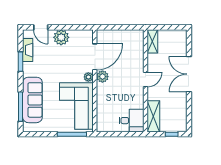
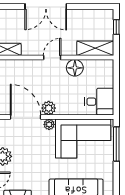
door: (145, 79) -> (52, 58), hinge flipped
floor lamp: (137, 99) -> (75, 68), added
desk: (131, 121) -> (99, 102), moved, turned 90

